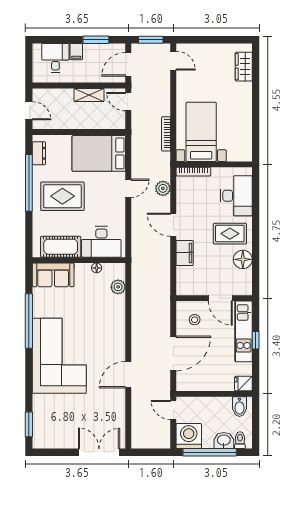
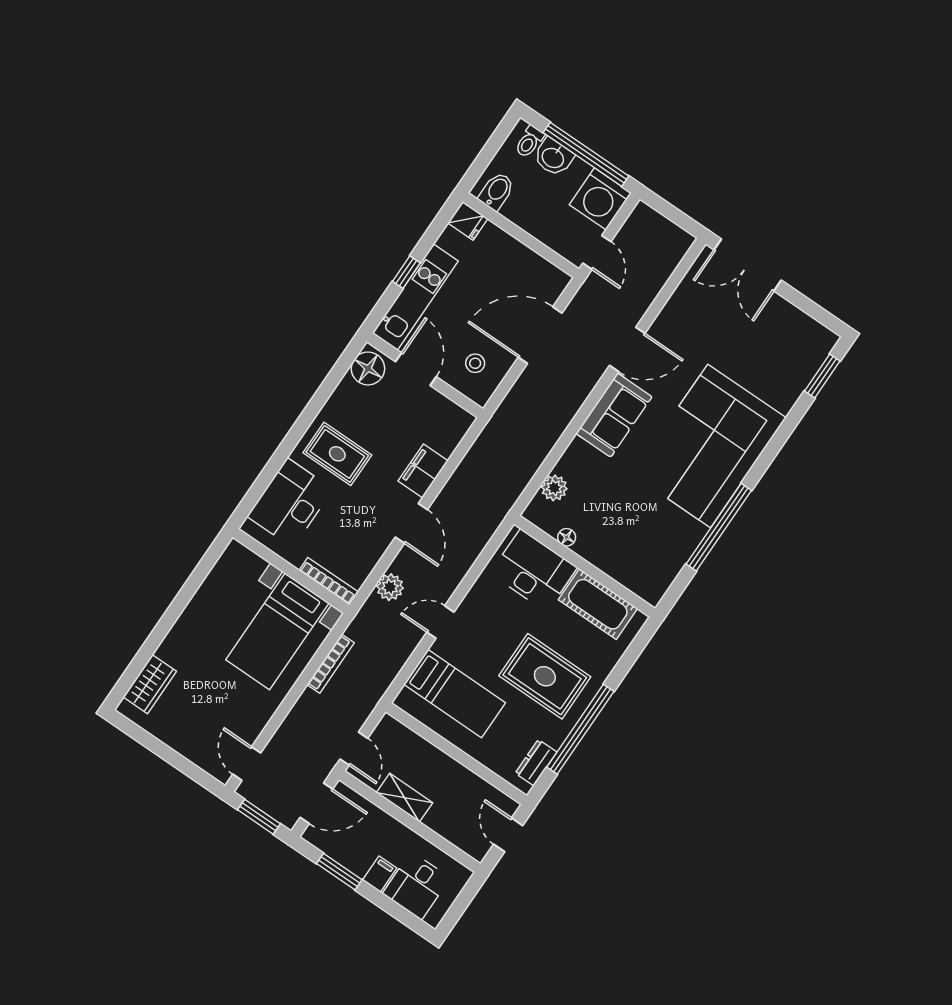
bed: (99, 153) -> (455, 694), width x0.67
floor lamp: (243, 259) -> (368, 368), moved
sofa: (53, 275) -> (614, 415), moved, turned 90

